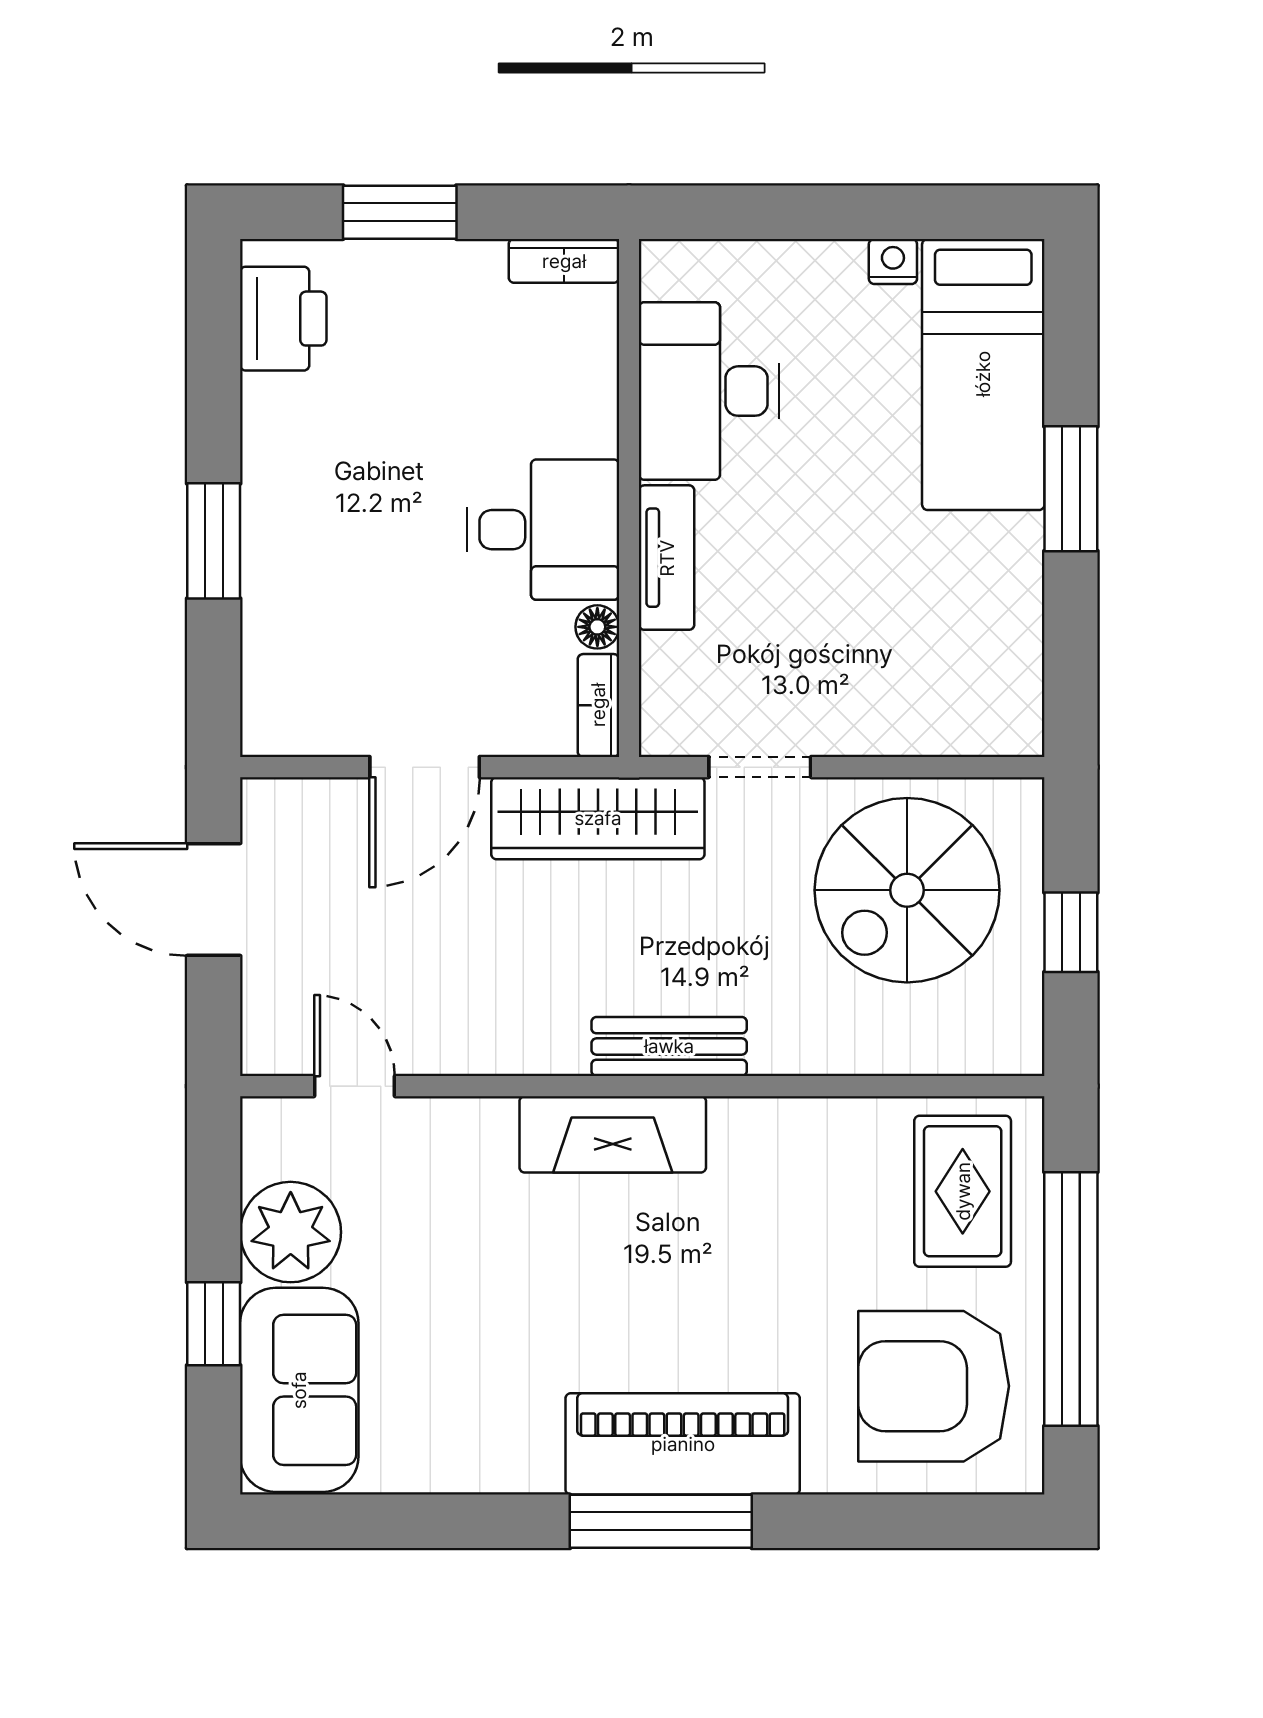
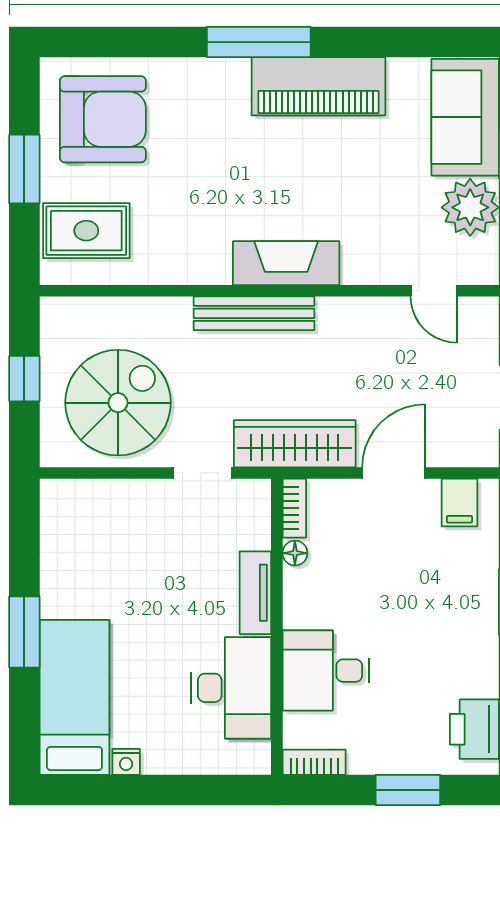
desk: (543, 530) -> (326, 671), moved
filing cabinet: (309, 715) -> (459, 503), added
bench: (669, 1046) -> (254, 313), width x1.36
rug: (963, 1191) -> (86, 231), turned 90
window: (1071, 1299) -> (24, 169), width x0.47
piano: (683, 1444) -> (318, 86), moved

